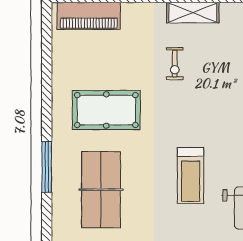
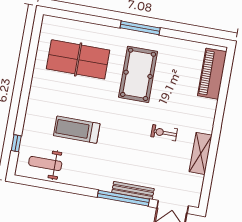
window: (47, 167) -> (140, 28), moved

